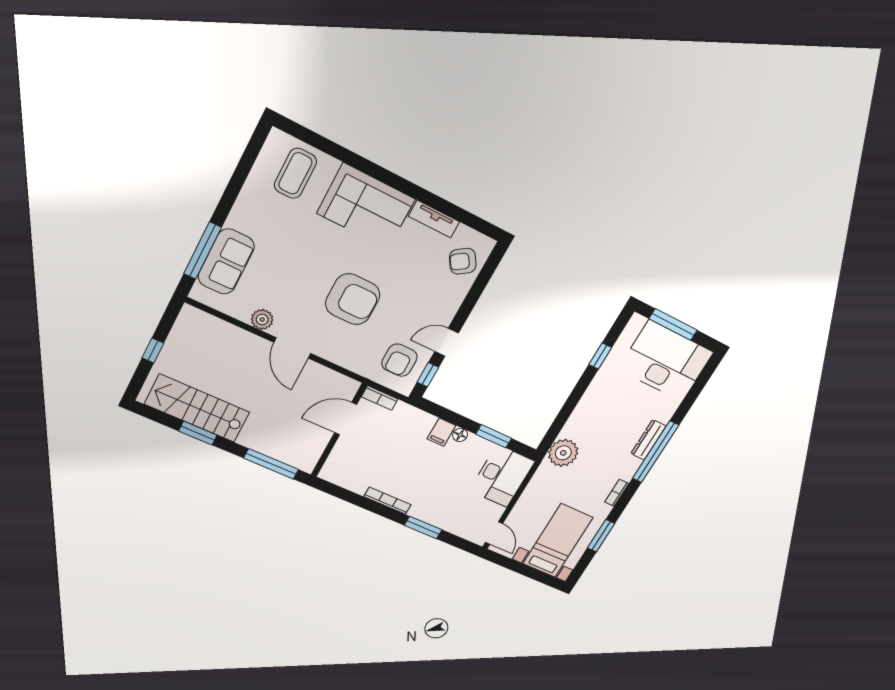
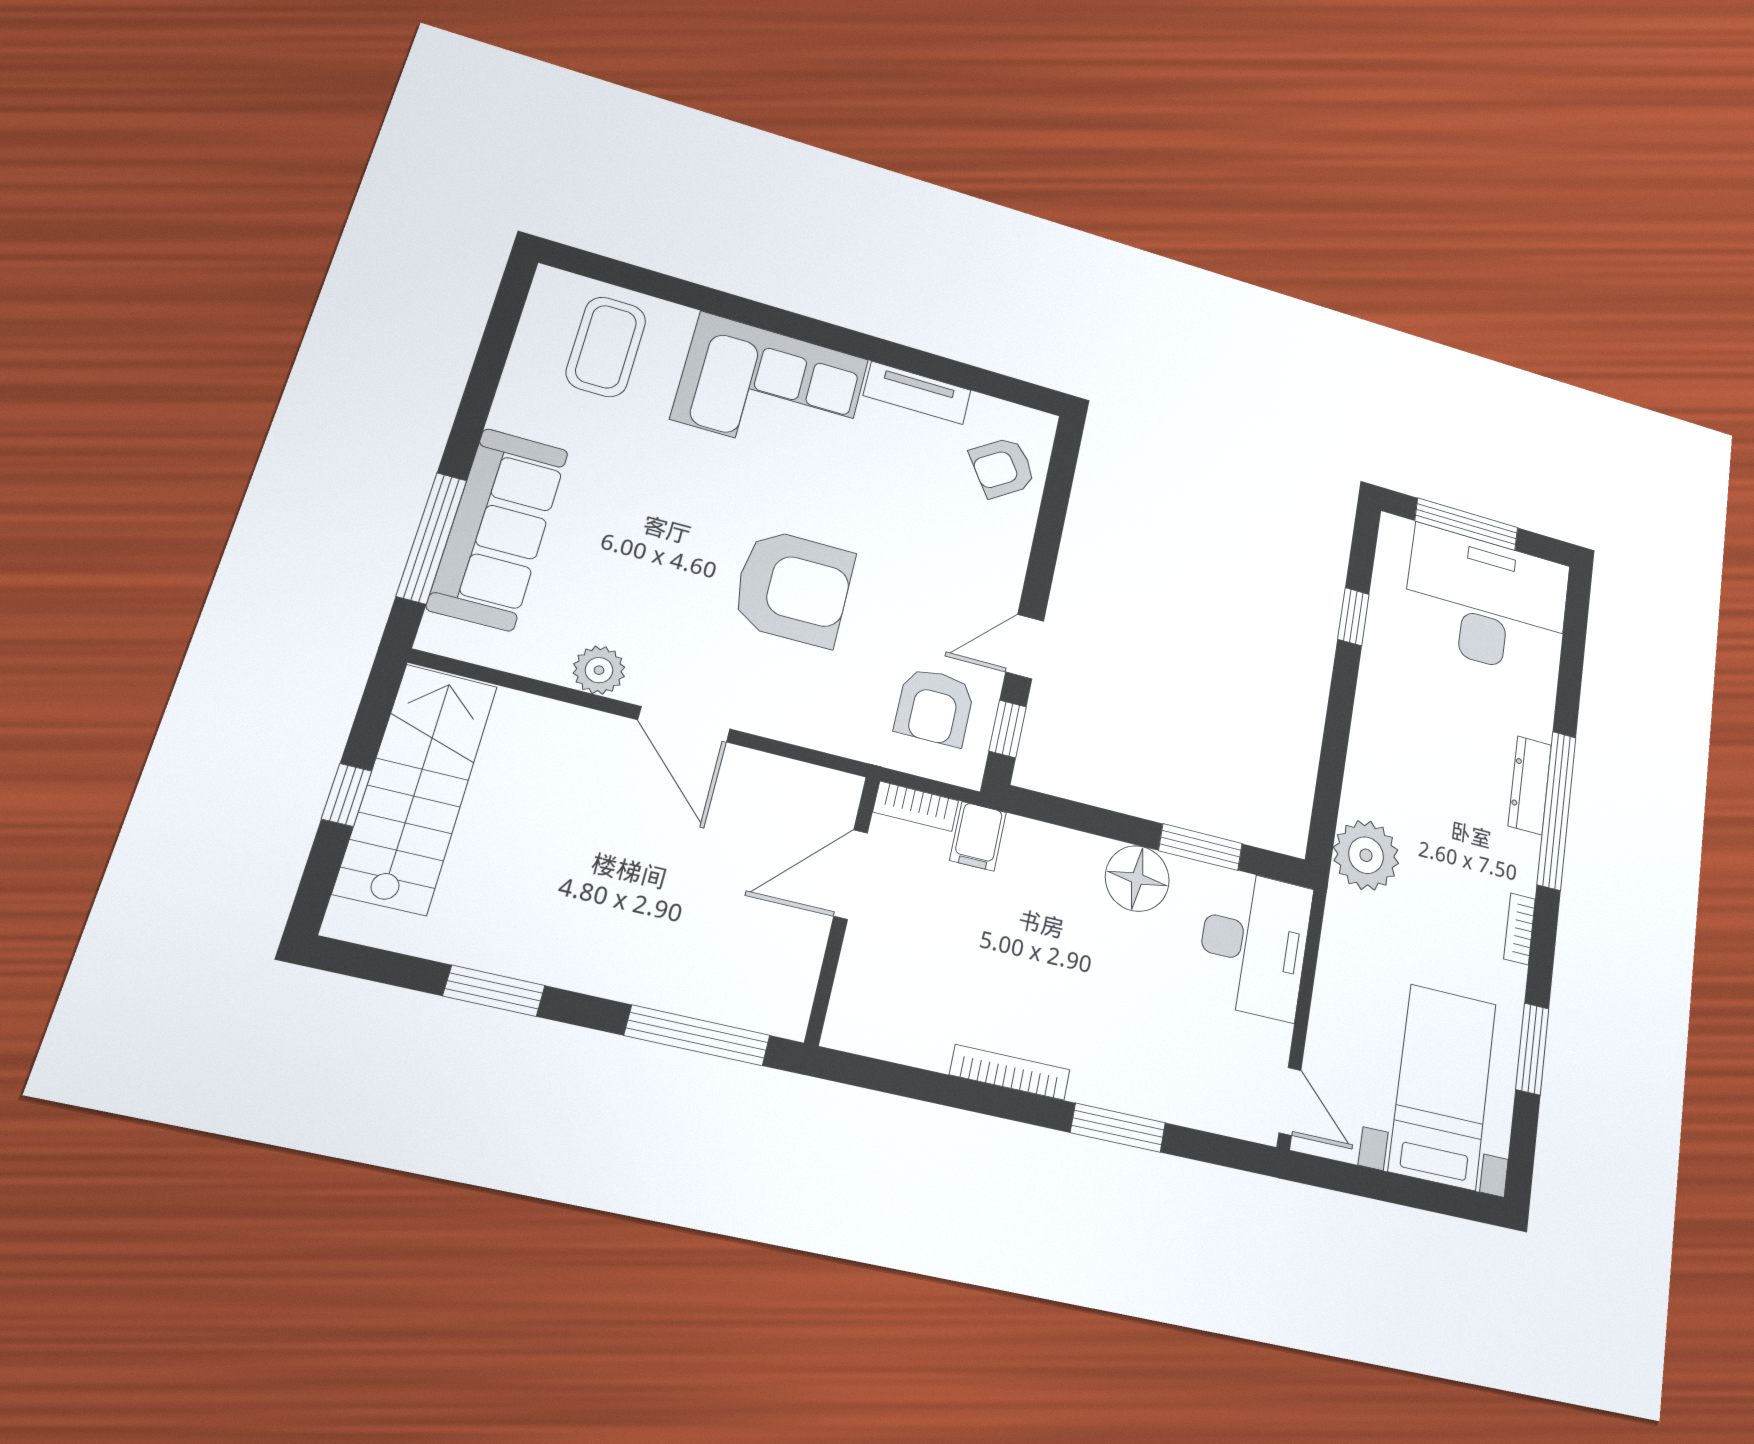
sofa: (226, 262) -> (498, 529), width x1.36
stairs: (197, 408) -> (416, 788), moved, turned 90
filing cabinet: (441, 432) -> (978, 836), moved
floor lamp: (460, 435) -> (1137, 879), width x1.89, depth x1.89

